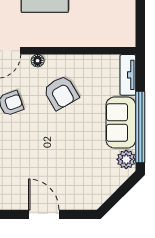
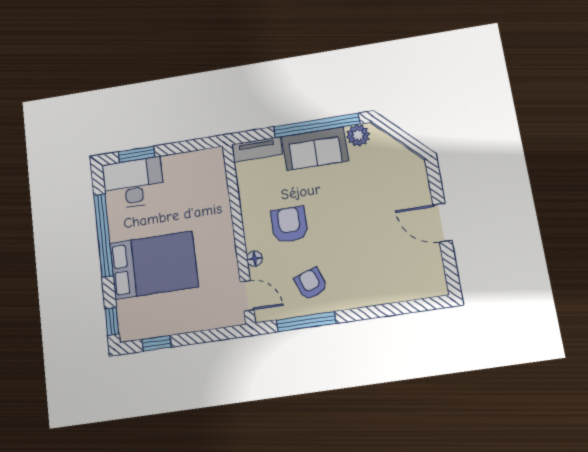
armchair: (61, 93) -> (289, 225), turned -60
door: (44, 214) -> (442, 223), hinge flipped

